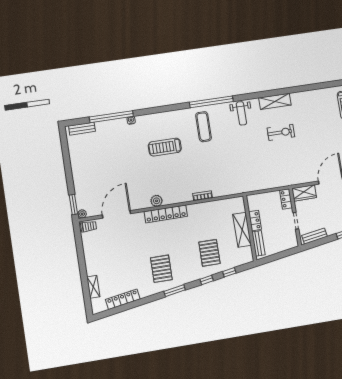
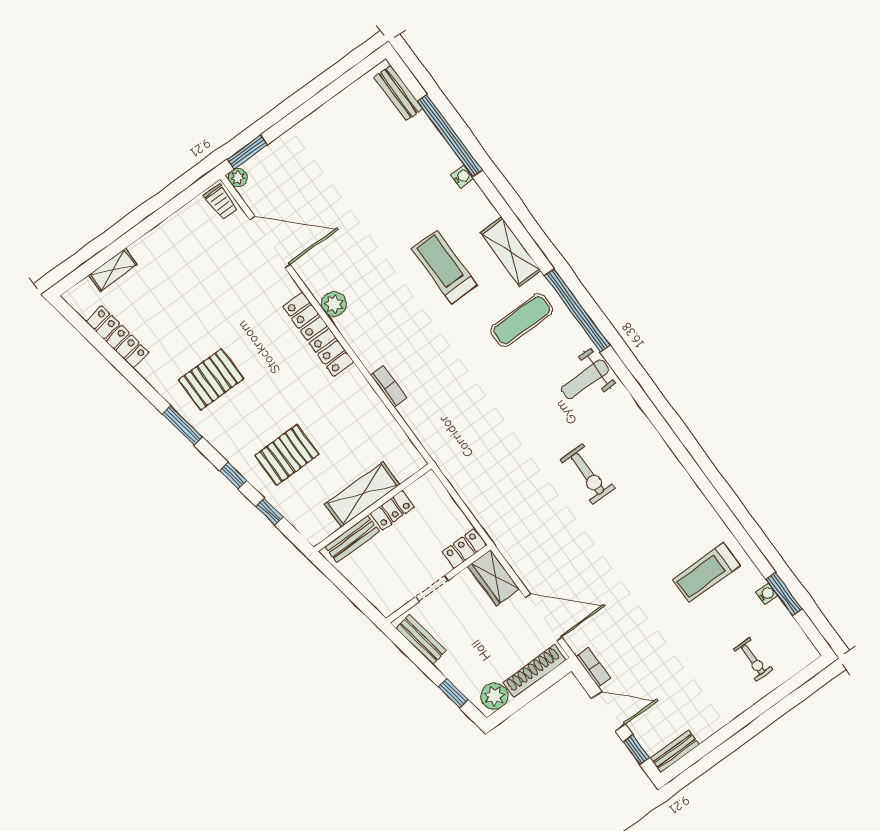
shelving: (275, 101) -> (511, 252), moved

